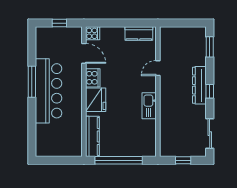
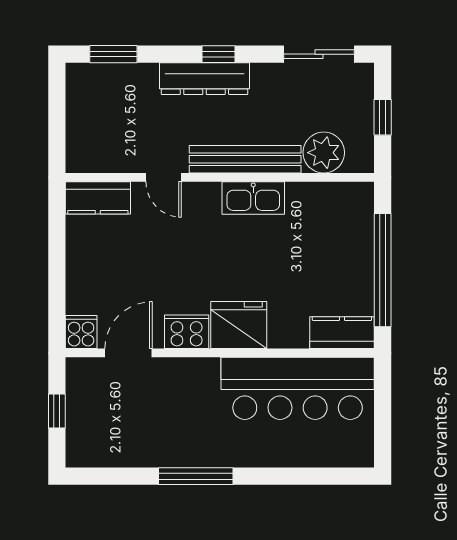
kitchen counter: (139, 34) -> (98, 198), moved, turned 90
bar counter: (49, 91) -> (298, 388), moved, turned 180
bench: (165, 102) -> (245, 159), added
kitchen counter: (92, 136) -> (342, 333), width x0.67
plant: (168, 136) -> (324, 153), added

